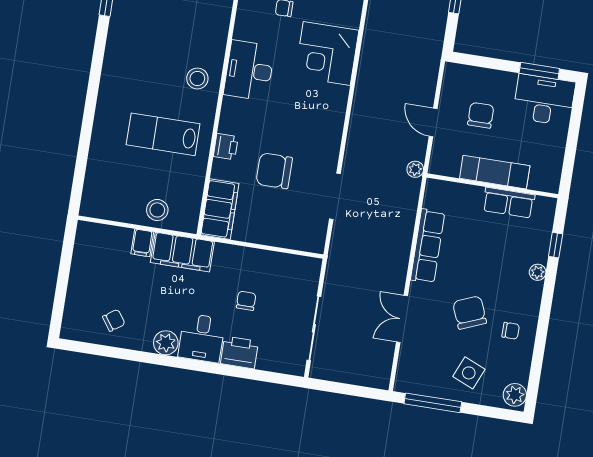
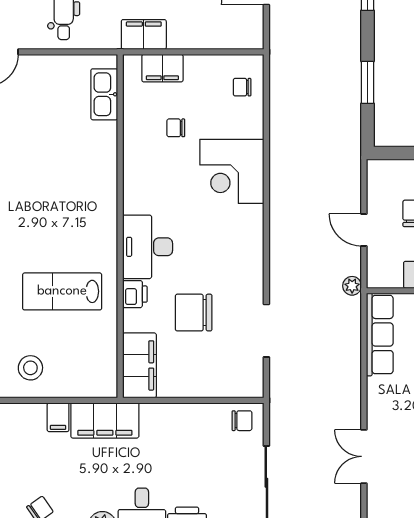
desk: (249, 70) -> (148, 247), moved
stool: (197, 78) -> (91, 222), removed
stool: (157, 210) -> (30, 368), moved
row of seats: (428, 246) -> (380, 335), moved
chair: (246, 301) -> (242, 421), moved, turned 90

